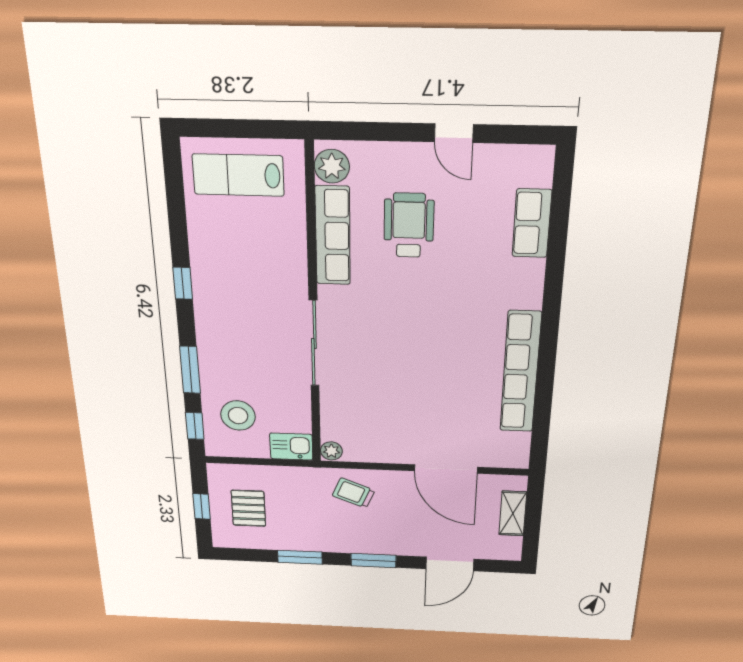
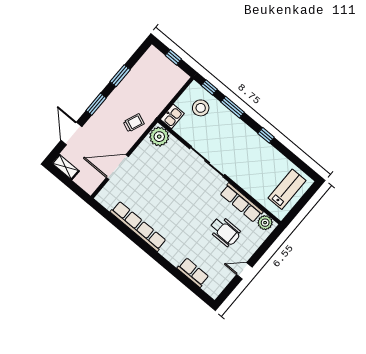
plant: (331, 451) -> (159, 137), width x1.87, depth x1.87
pallet: (248, 508) -> (158, 75), removed
shelving: (513, 513) -> (66, 167), moved

